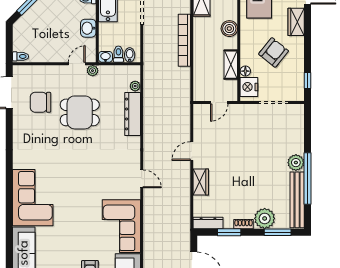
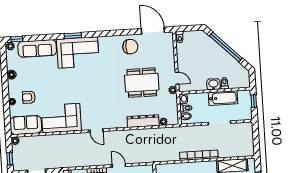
washbasin: (88, 28) -> (213, 84), moved
chair: (41, 102) -> (130, 47), moved, turned 90
dining table: (80, 112) -> (142, 83), width x1.38
door: (142, 179) -> (96, 131), hinge flipped
window: (9, 203) -> (73, 36), added

